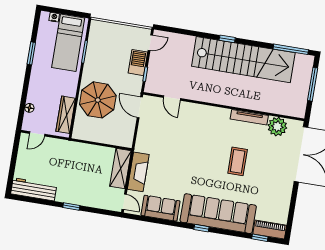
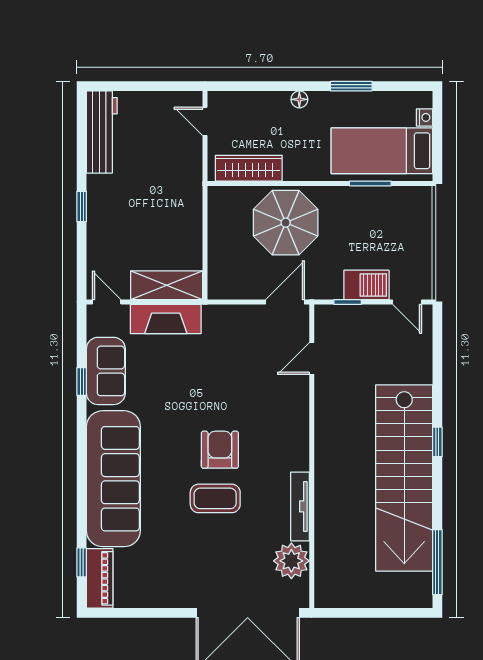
window: (313, 84) -> (380, 613), removed
floor lamp: (29, 108) -> (299, 99), moved
armchair: (212, 155) -> (220, 450), added
door: (124, 202) -> (107, 302), swing flipped
window: (201, 228) -> (82, 382), moved

